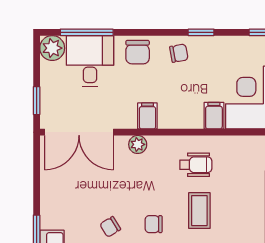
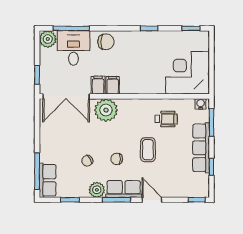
chair: (138, 52) -> (106, 42), turned -90
chair: (179, 53) -> (134, 43), removed
filing cabinet: (214, 116) -> (98, 85), moved
plant: (138, 144) -> (106, 110), width x1.87, depth x1.87
wheelchair: (196, 165) -> (166, 119), moved

